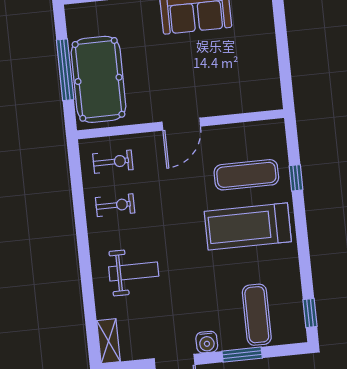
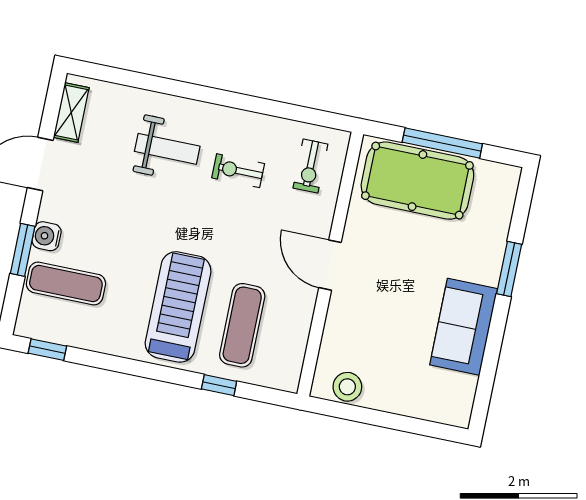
stool: (267, 83) -> (347, 387), added
exercise bike: (115, 205) -> (238, 171), moved, turned 90
weight bench: (134, 271) -> (167, 149), turned -90
shelving: (108, 341) -> (71, 113), moved, turned 90
water cooler: (207, 342) -> (47, 236), moved

